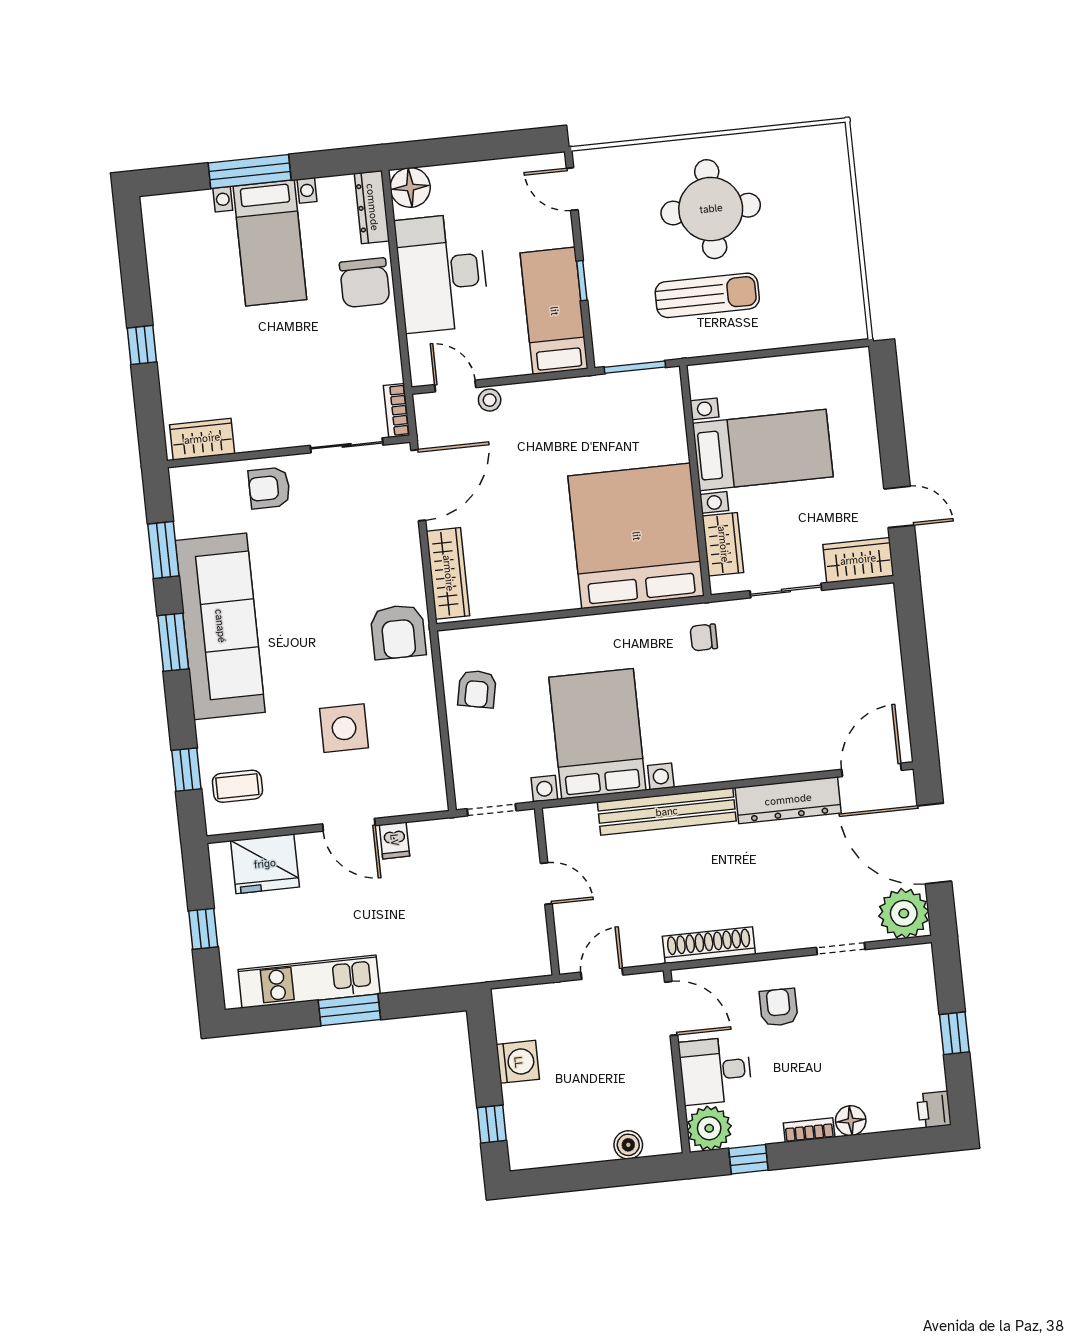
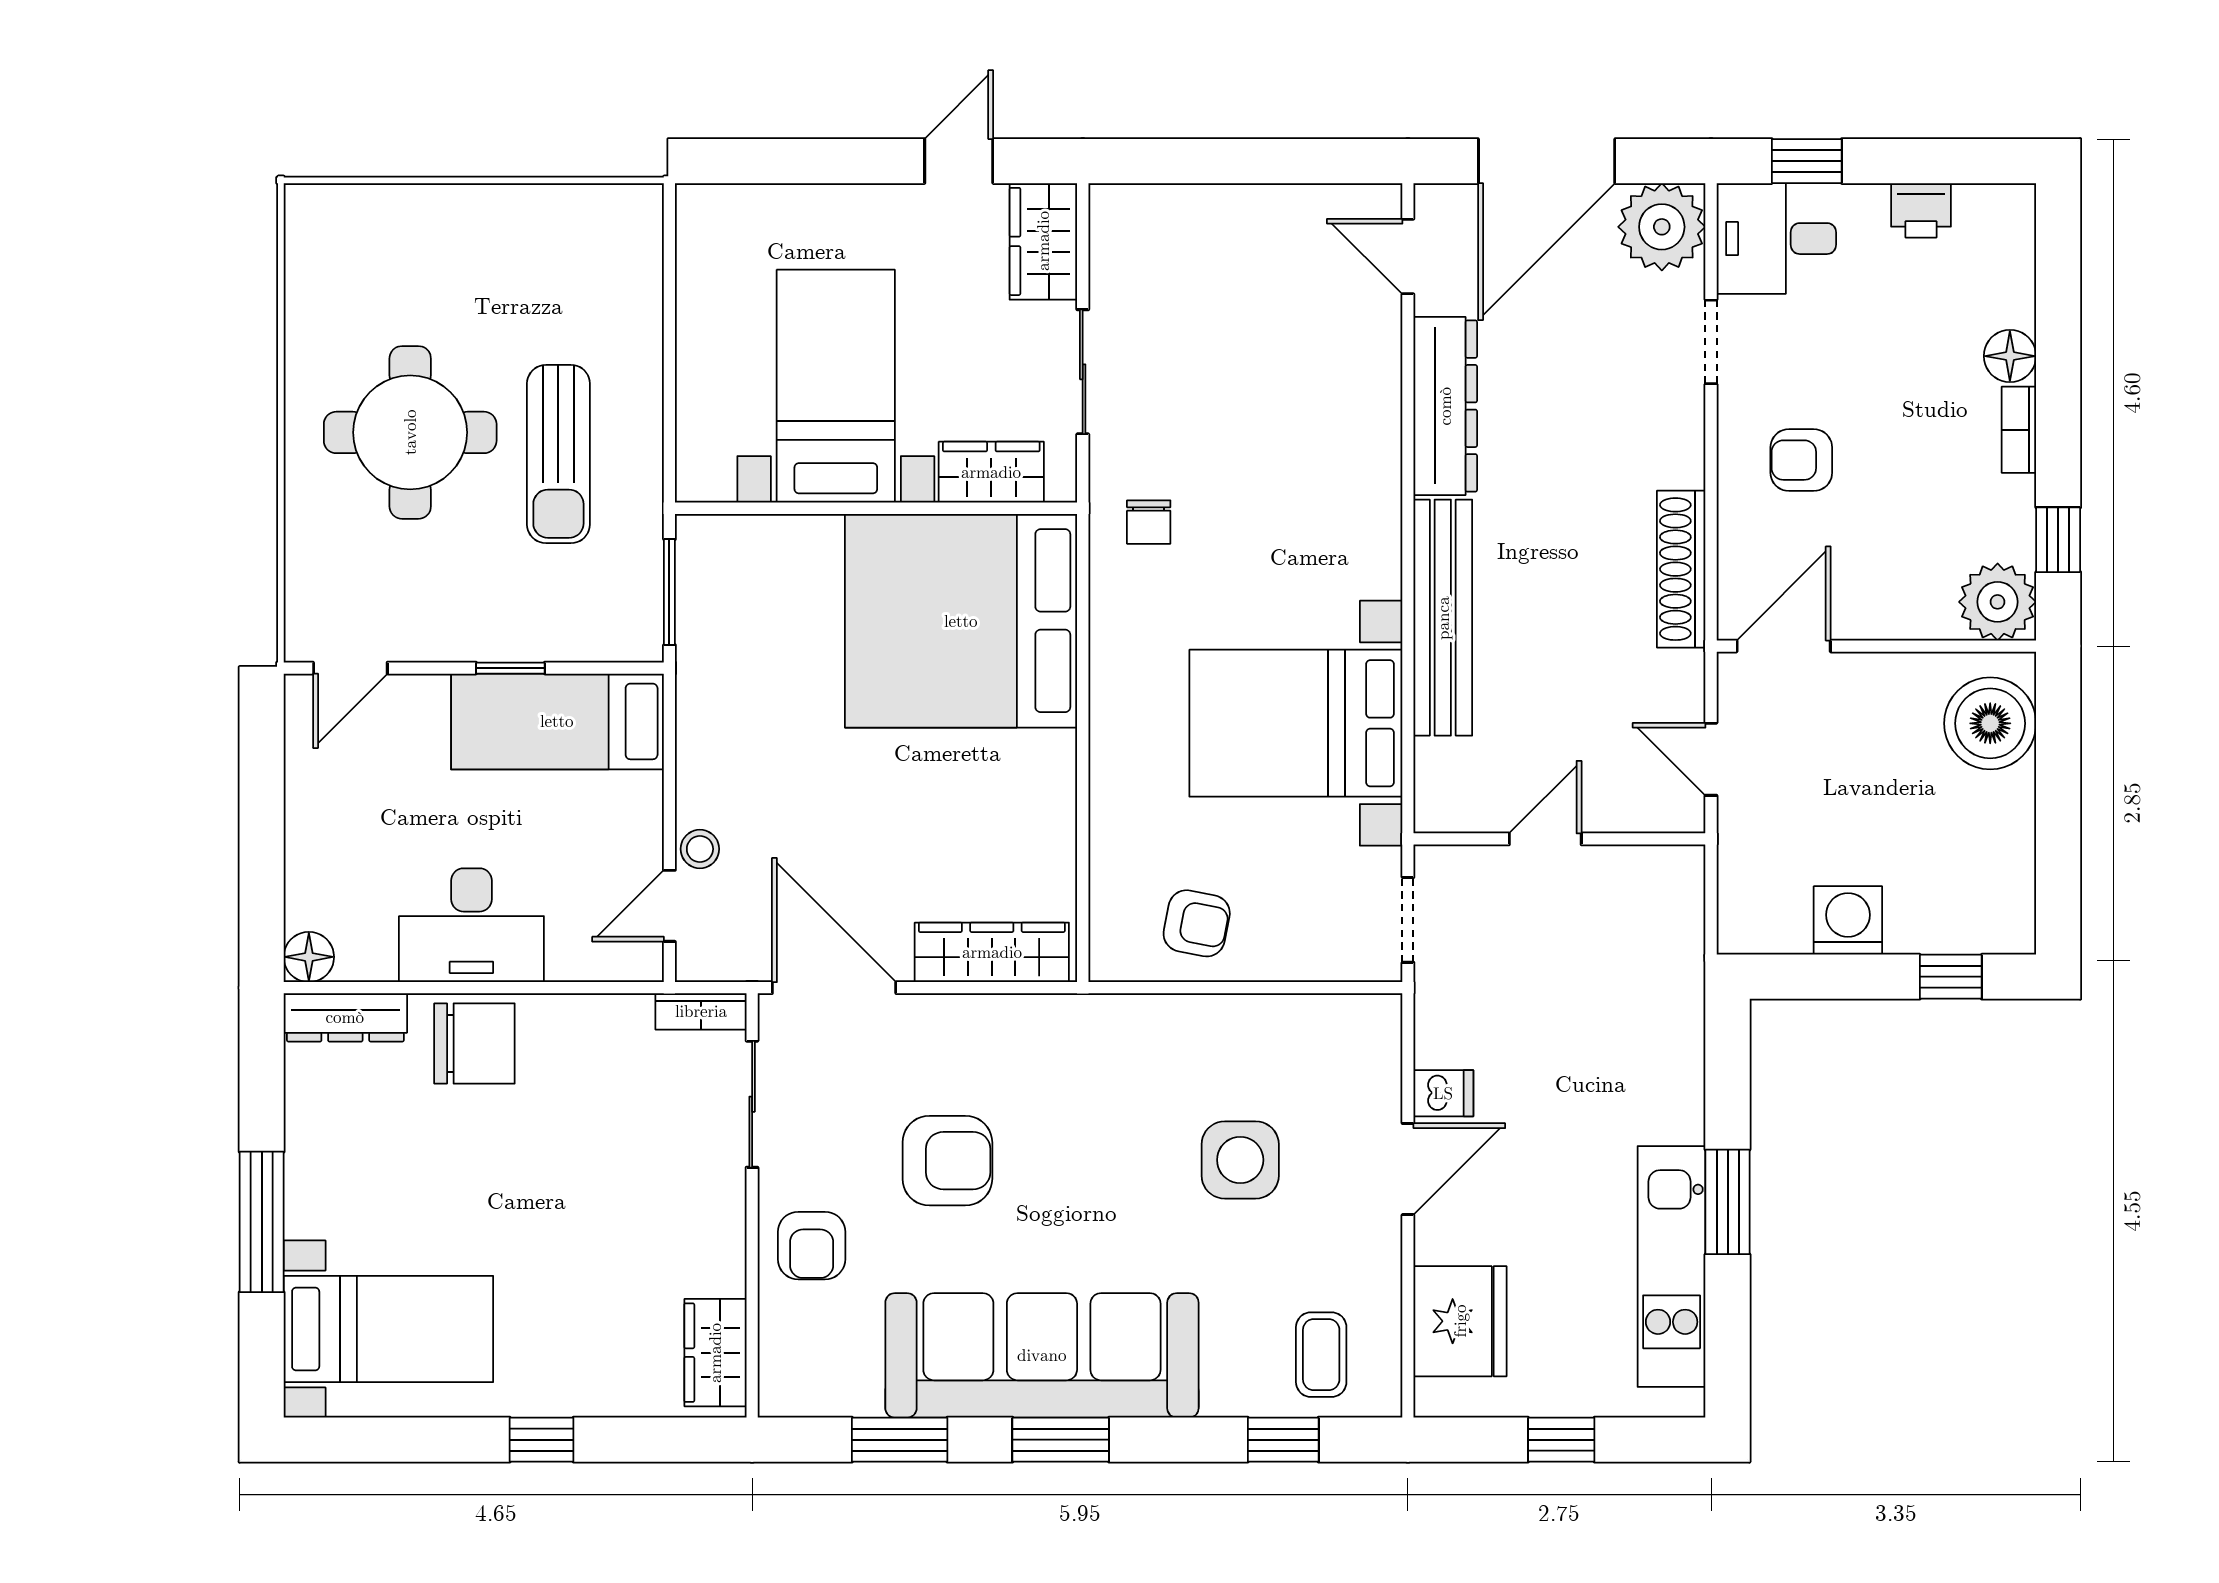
floor lamp: (410, 187) -> (309, 957), width x0.73, depth x0.73
bed with nightstands: (270, 243) -> (388, 1329), moved
desk: (442, 273) -> (471, 925), width x0.73, depth x0.77
sun lounger: (707, 295) -> (558, 454), turned 180
armchair: (398, 632) -> (947, 1161), moved
door: (871, 770) -> (1408, 256), width x0.73
window: (954, 1033) -> (1807, 161), moved
desk: (715, 1071) -> (1776, 239), moved, turned 90
printer: (934, 1110) -> (1921, 210), moved
boiler: (628, 1145) -> (1990, 723), width x1.86, depth x1.86

